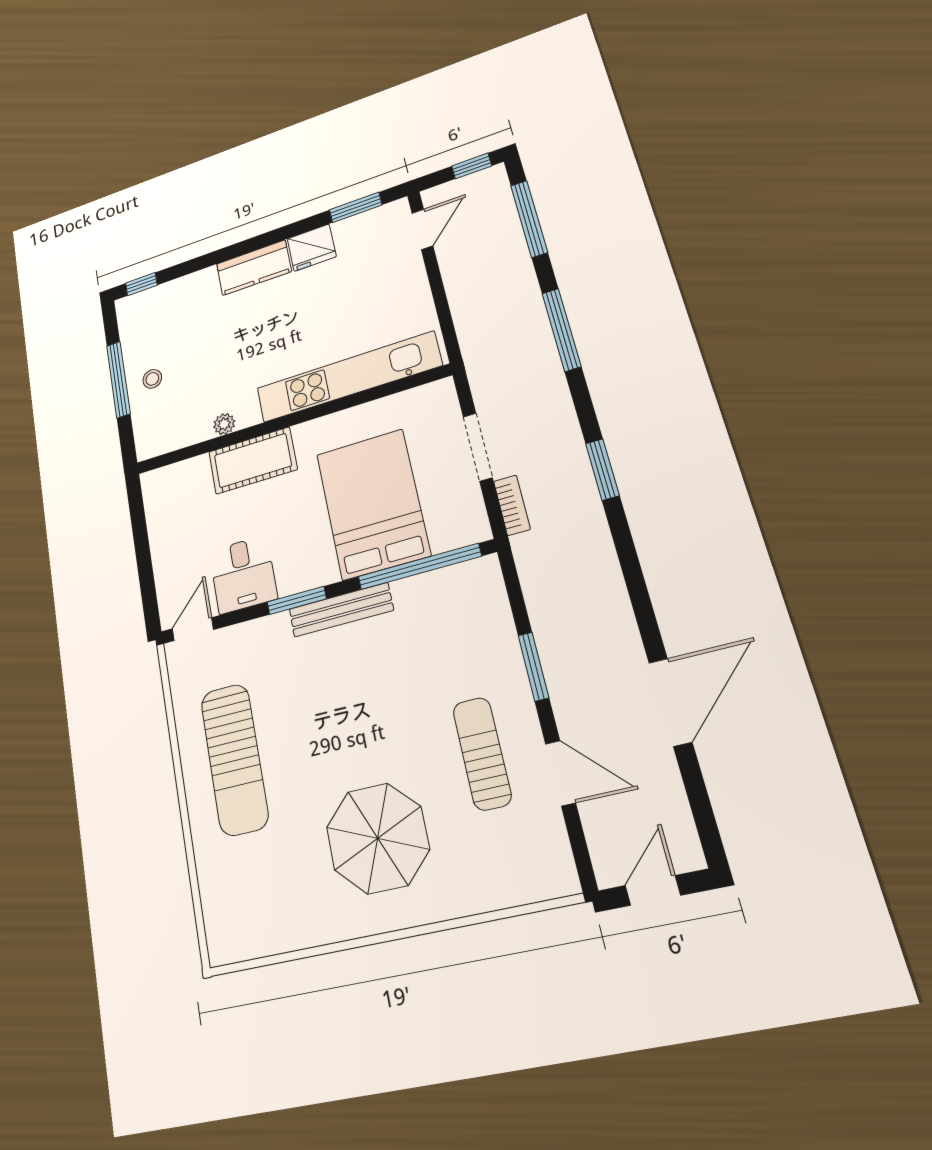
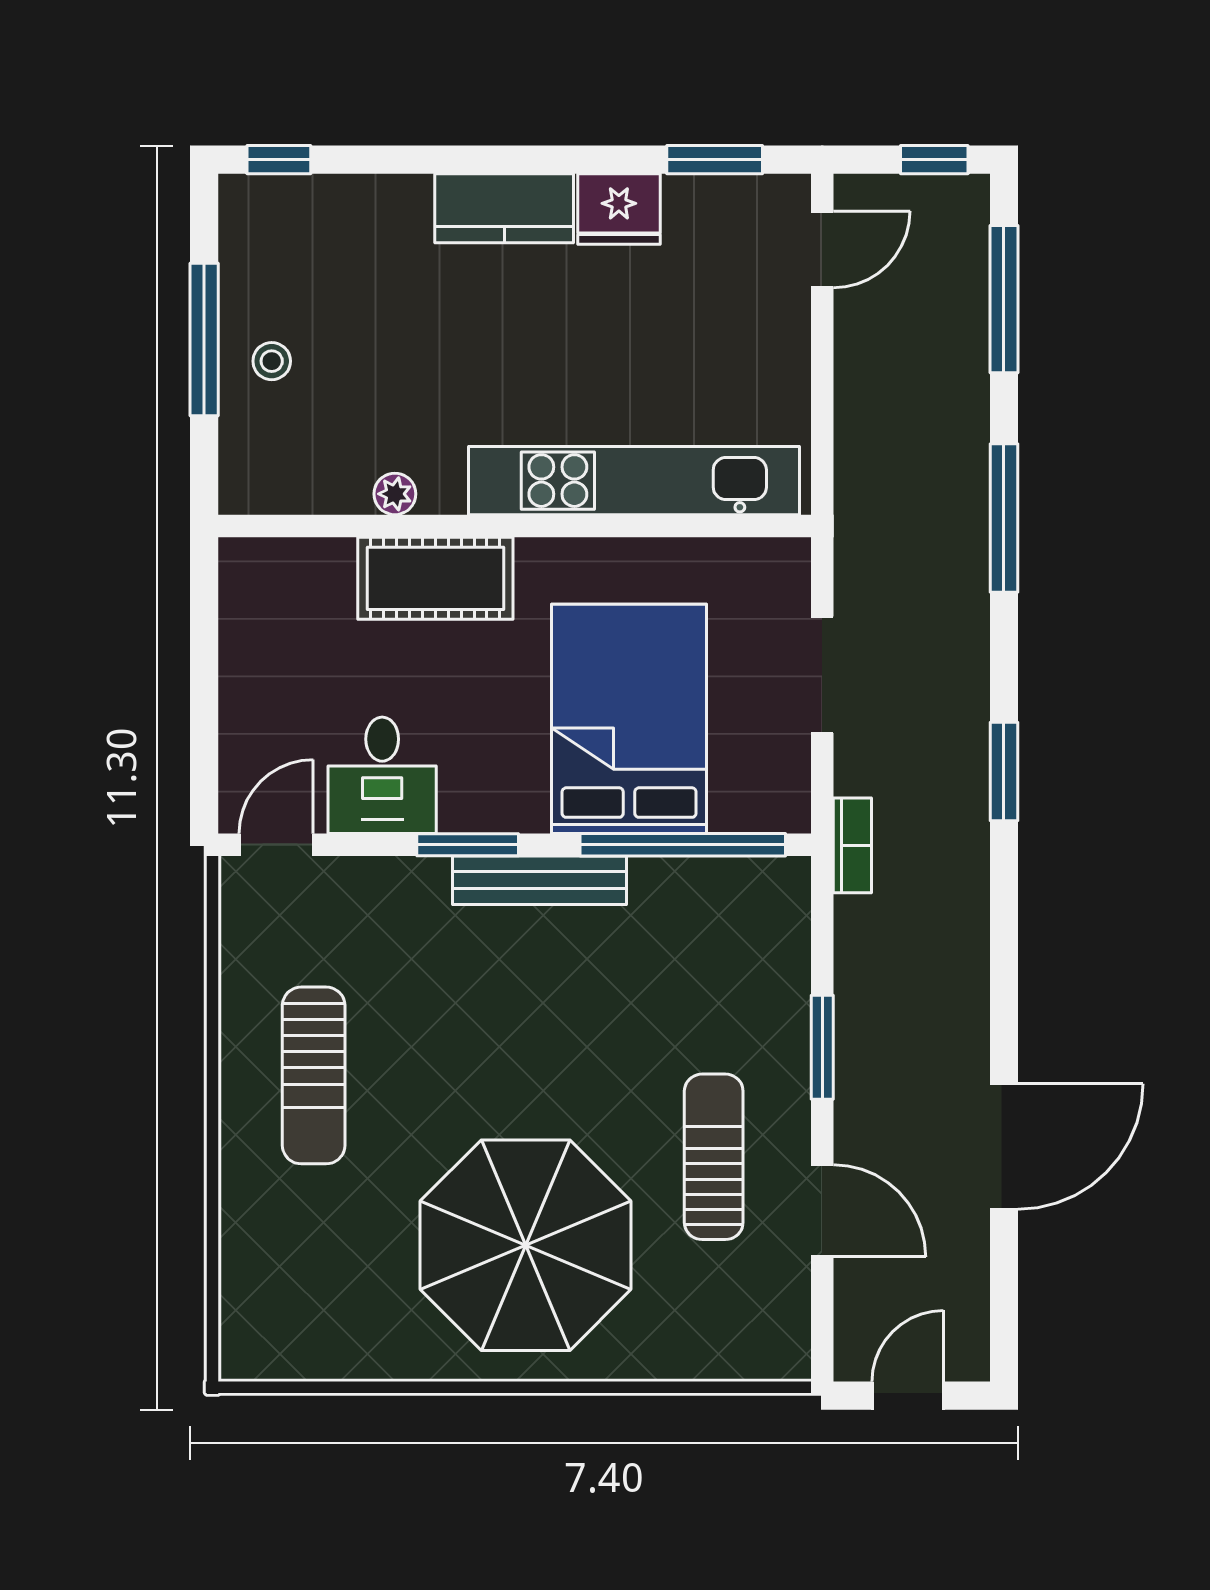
bookcase: (512, 505) -> (852, 845), moved
sun lounger: (234, 759) -> (314, 1075), width x0.73, depth x0.75
parasol: (378, 838) -> (526, 1245), width x1.36, depth x1.36

